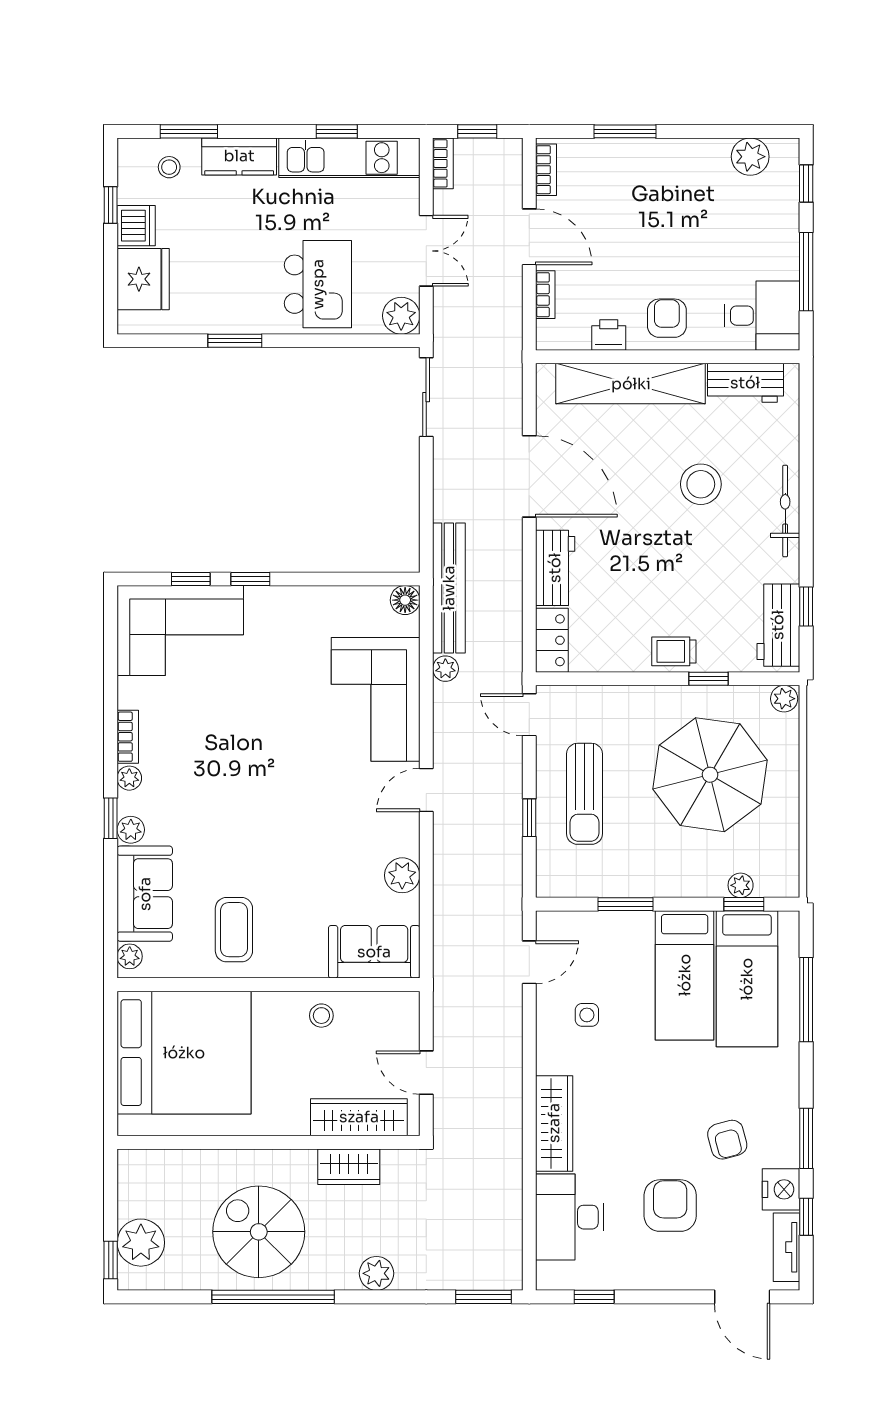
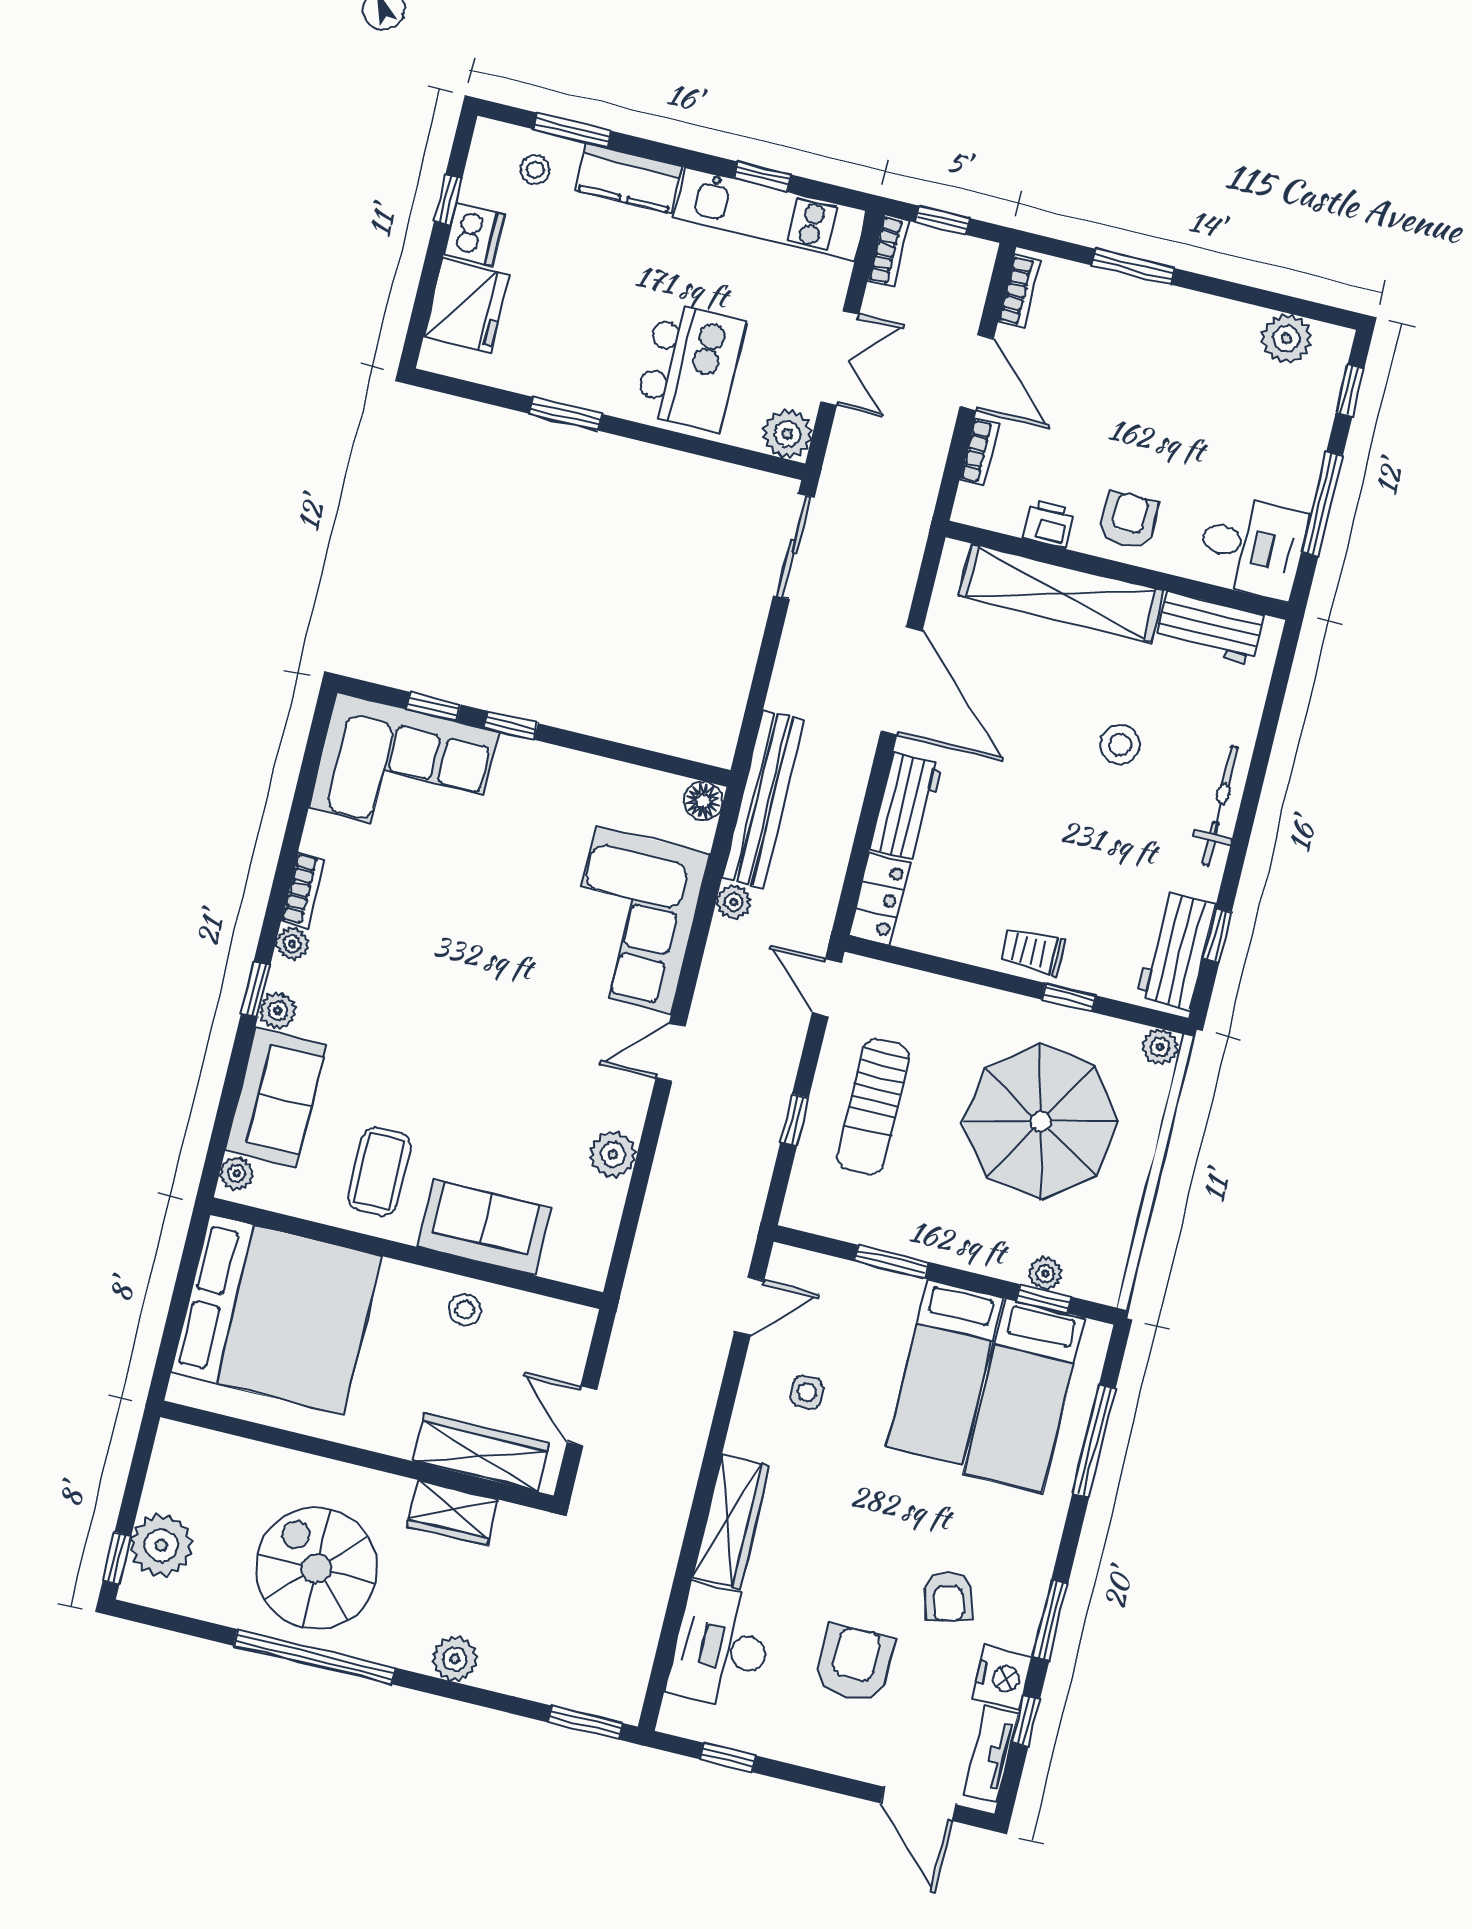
stool: (701, 484) -> (1120, 745), width x0.73, depth x0.73
sofa: (374, 952) -> (484, 1227), moved

